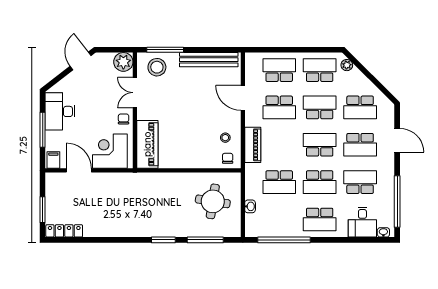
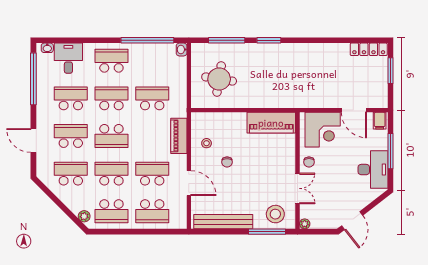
plant: (123, 62) -> (305, 224), width x0.53, depth x0.53
school desk: (320, 107) -> (111, 174), turned 180
piano: (147, 144) -> (271, 123), moved, turned -90
chair: (228, 158) -> (227, 162), moved
school desk: (360, 182) -> (71, 98), turned 180
washbasin: (250, 206) -> (182, 49), moved

